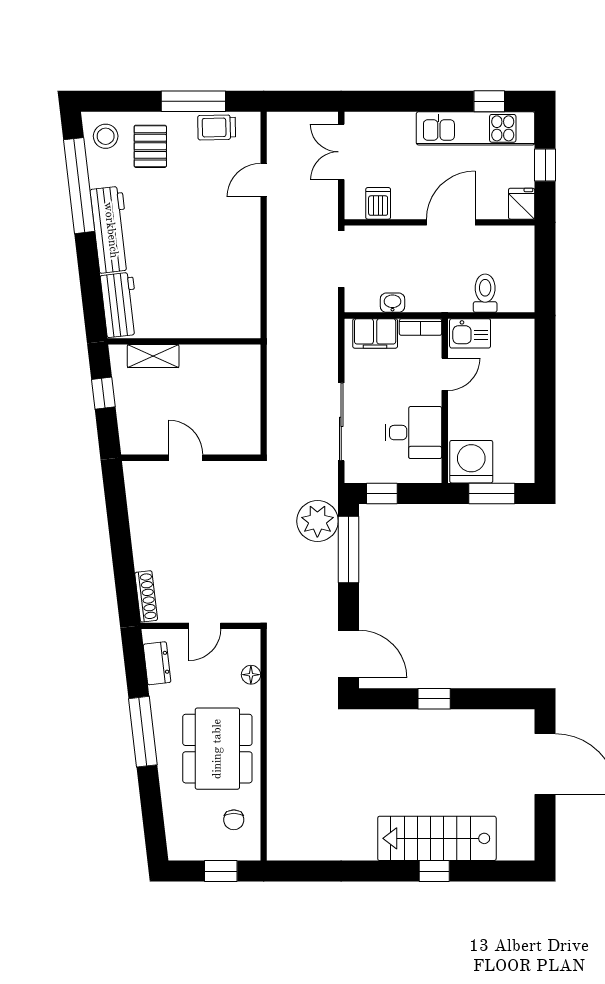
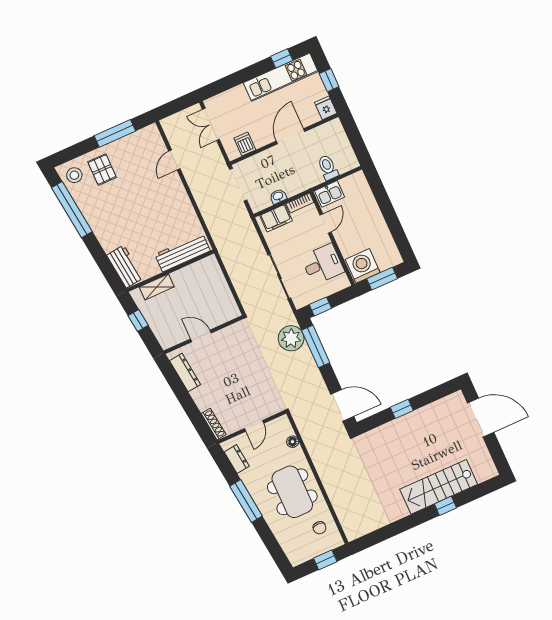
trolley: (217, 127) -> (135, 142), removed
workbench: (111, 230) -> (183, 253), moved, turned -83
dresser: (138, 501) -> (185, 373), added

